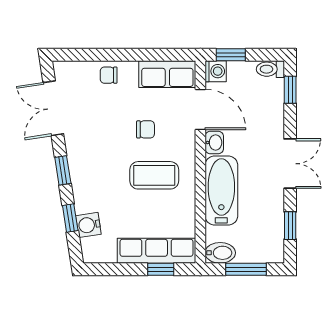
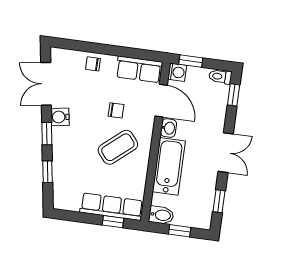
coffee table: (154, 175) -> (118, 147), turned -40
water cooler: (88, 225) -> (60, 117), moved
window: (246, 269) -> (180, 231), width x0.67

